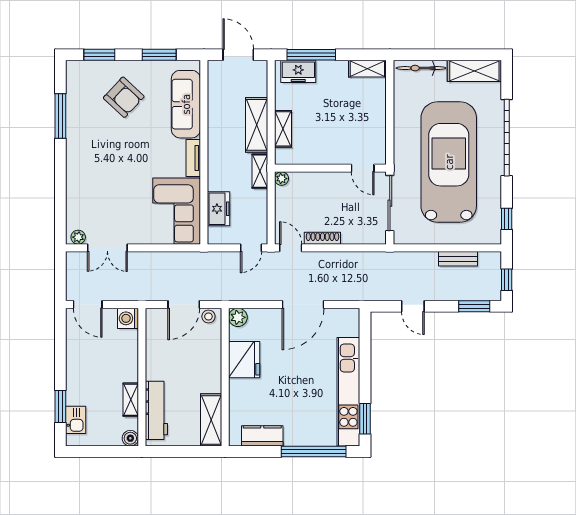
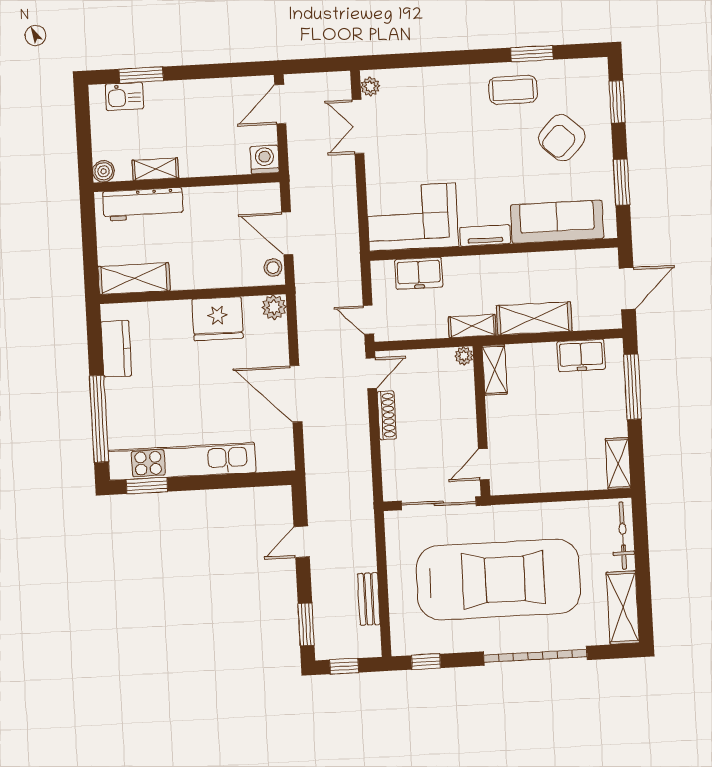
freezer: (298, 71) -> (581, 355), moved, turned -90
window: (60, 116) -> (532, 54), width x0.69
shelving: (283, 129) -> (495, 370), moved, turned 90
coffee table: (86, 132) -> (513, 90), added

